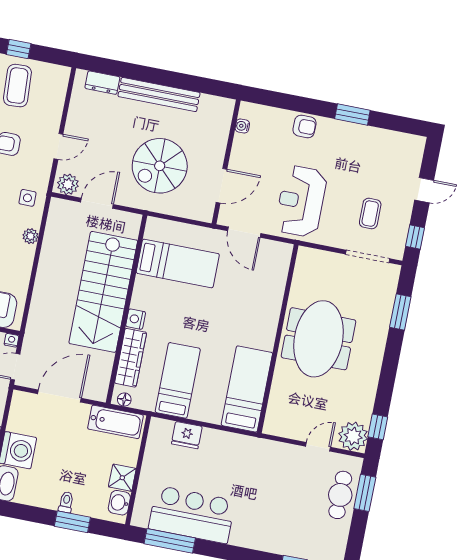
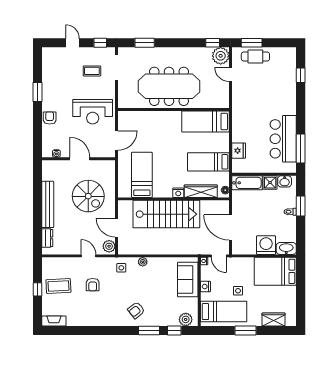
door: (221, 186) -> (80, 159), moved
meeting table: (319, 339) -> (169, 86), width x1.36
bathtub: (115, 422) -> (247, 183), moved, turned 90

